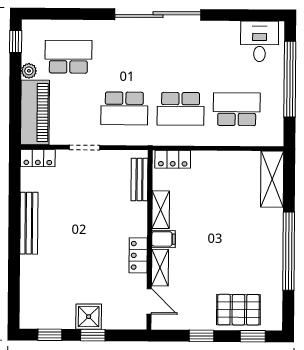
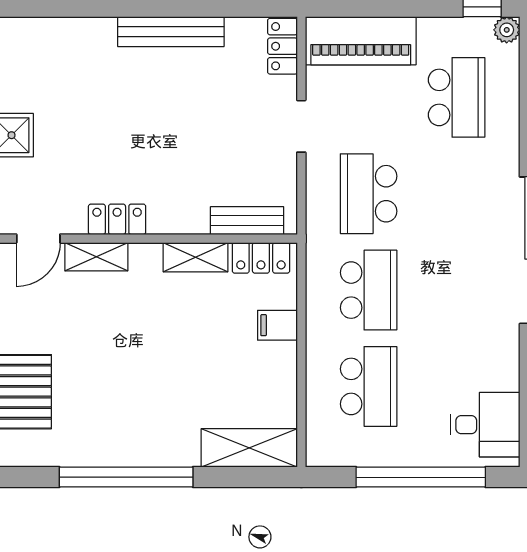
plant: (29, 71) -> (507, 30), moved
school desk: (180, 109) -> (369, 290), turned 180
locker: (173, 159) -> (261, 258), moved, turned -90
filing cabinet: (163, 239) -> (277, 325), moved, turned 90

